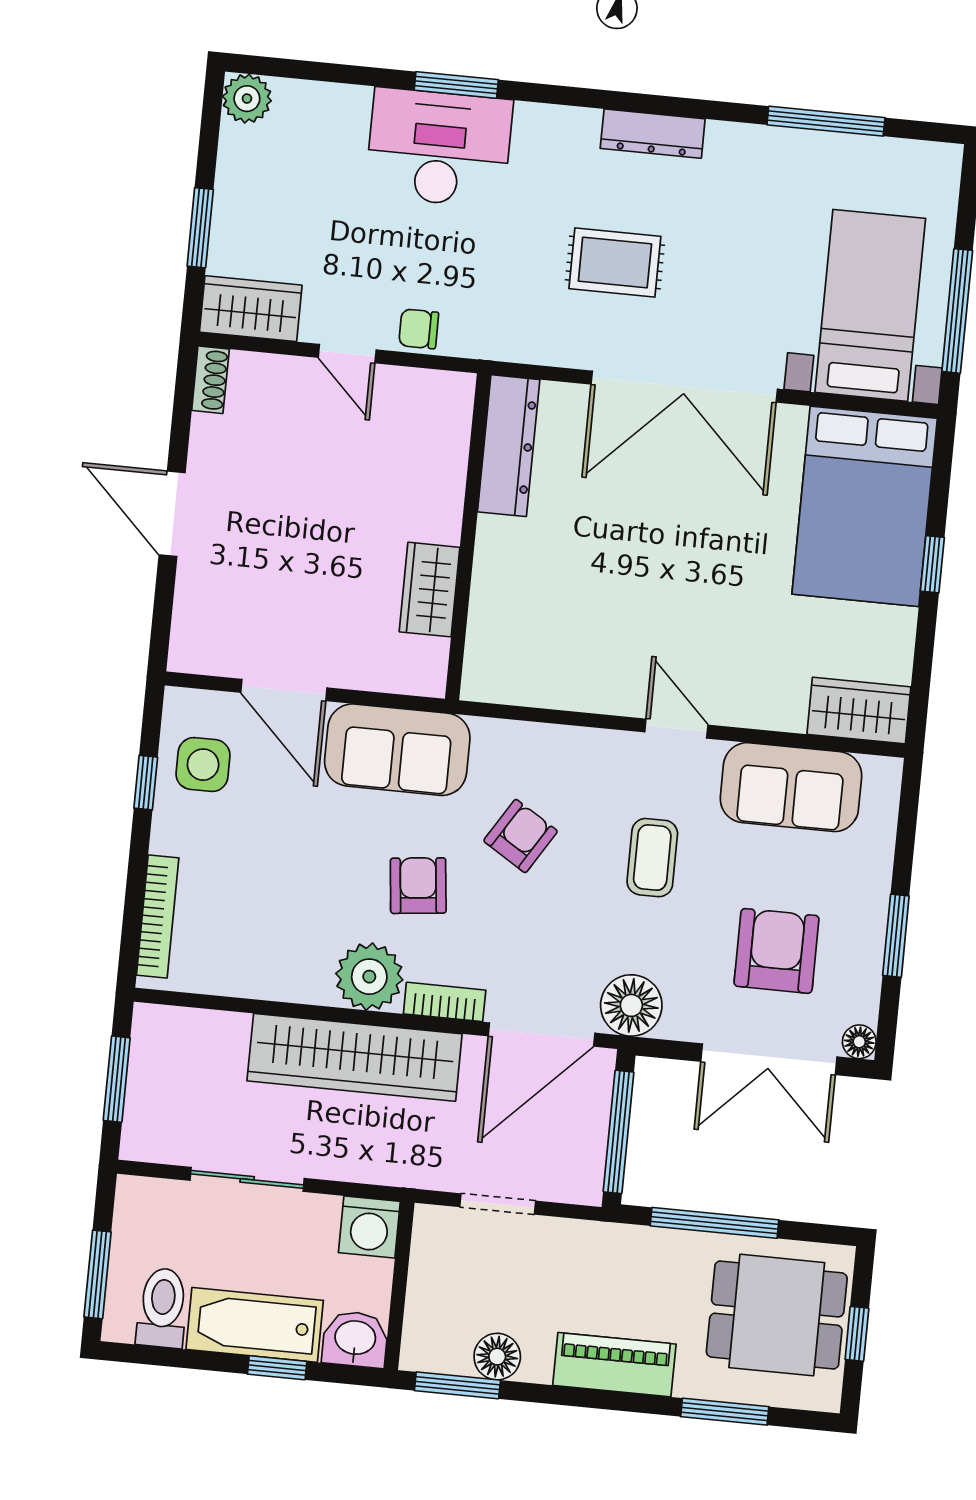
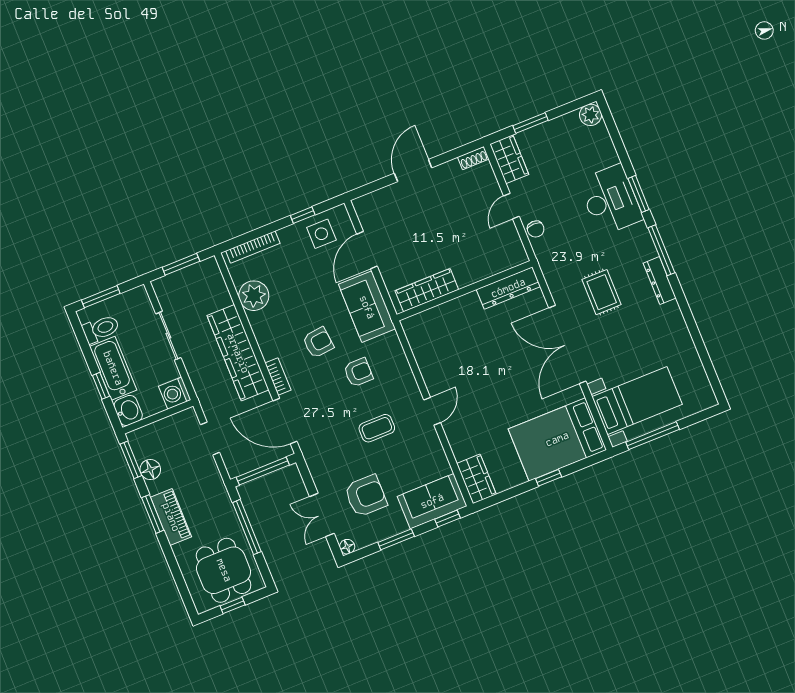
window: (826, 121) -> (661, 250), moved
chair: (419, 329) -> (536, 229), turned 180
wardrobe: (430, 590) -> (427, 290), width x1.50
sofa: (791, 787) -> (432, 501), moved, turned 90
window: (908, 810) -> (447, 519), added
armchair: (521, 836) -> (358, 372), turned -32
plant: (369, 977) -> (254, 296), moved
floor lamp: (631, 1005) -> (315, 450), removed
double door: (769, 1059) -> (322, 515), width x0.73
window: (725, 1412) -> (153, 514), moved

